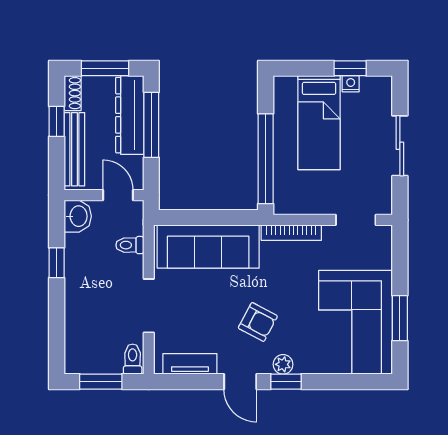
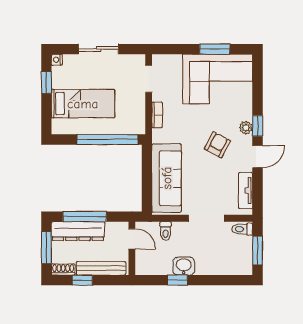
nightstand: (351, 84) -> (57, 60), moved
door: (118, 195) -> (132, 239), swing flipped
washbasin: (78, 216) -> (184, 266), moved
bookcase: (291, 233) -> (157, 115), width x0.64

